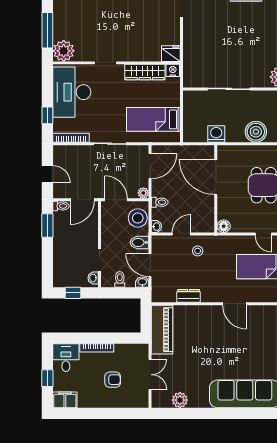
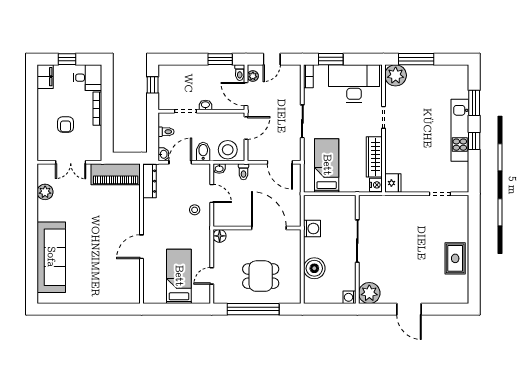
window: (47, 115) -> (331, 59), width x1.50
bookcase: (71, 138) -> (308, 76), width x0.64
door: (216, 177) -> (269, 228), hinge flipped
plant: (143, 193) -> (253, 76), moved
washbasin: (93, 278) -> (205, 105), moved
dresser: (189, 296) -> (150, 181), moved, width x1.44

